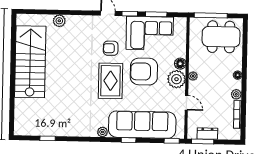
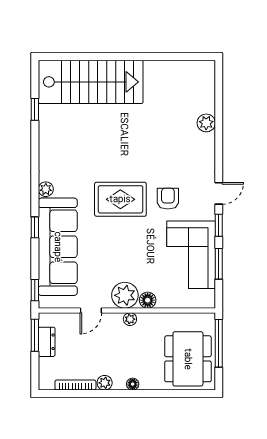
stairs: (30, 62) -> (91, 82), moved
armchair: (144, 72) -> (135, 248), removed

